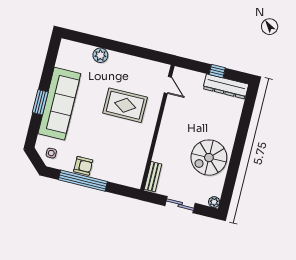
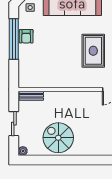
rug: (125, 105) -> (93, 51), moved

